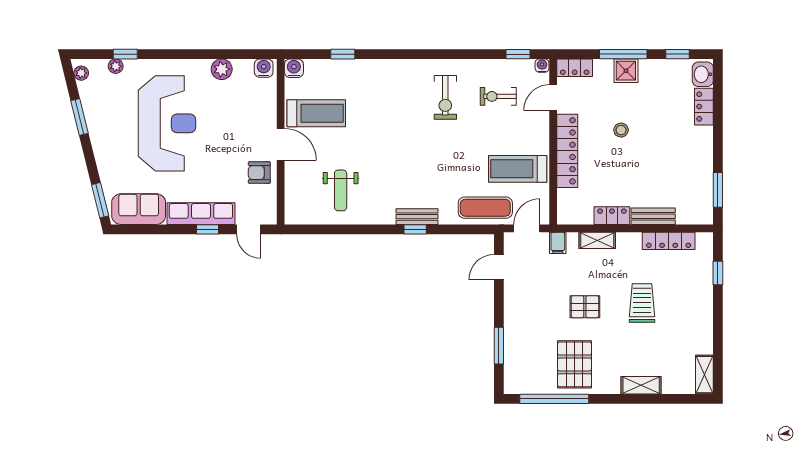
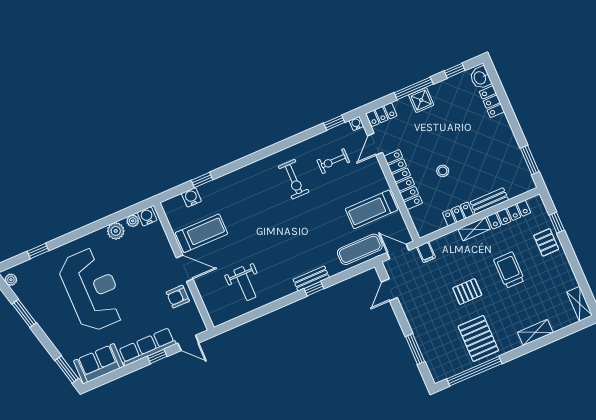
plant: (116, 66) -> (133, 221), moved
water cooler: (294, 68) -> (191, 197), moved
stool: (621, 130) -> (443, 171), moved
door: (527, 228) -> (398, 251), hinge flipped
shelving: (597, 240) -> (474, 229), moved
pallet: (697, 290) -> (546, 242), added

